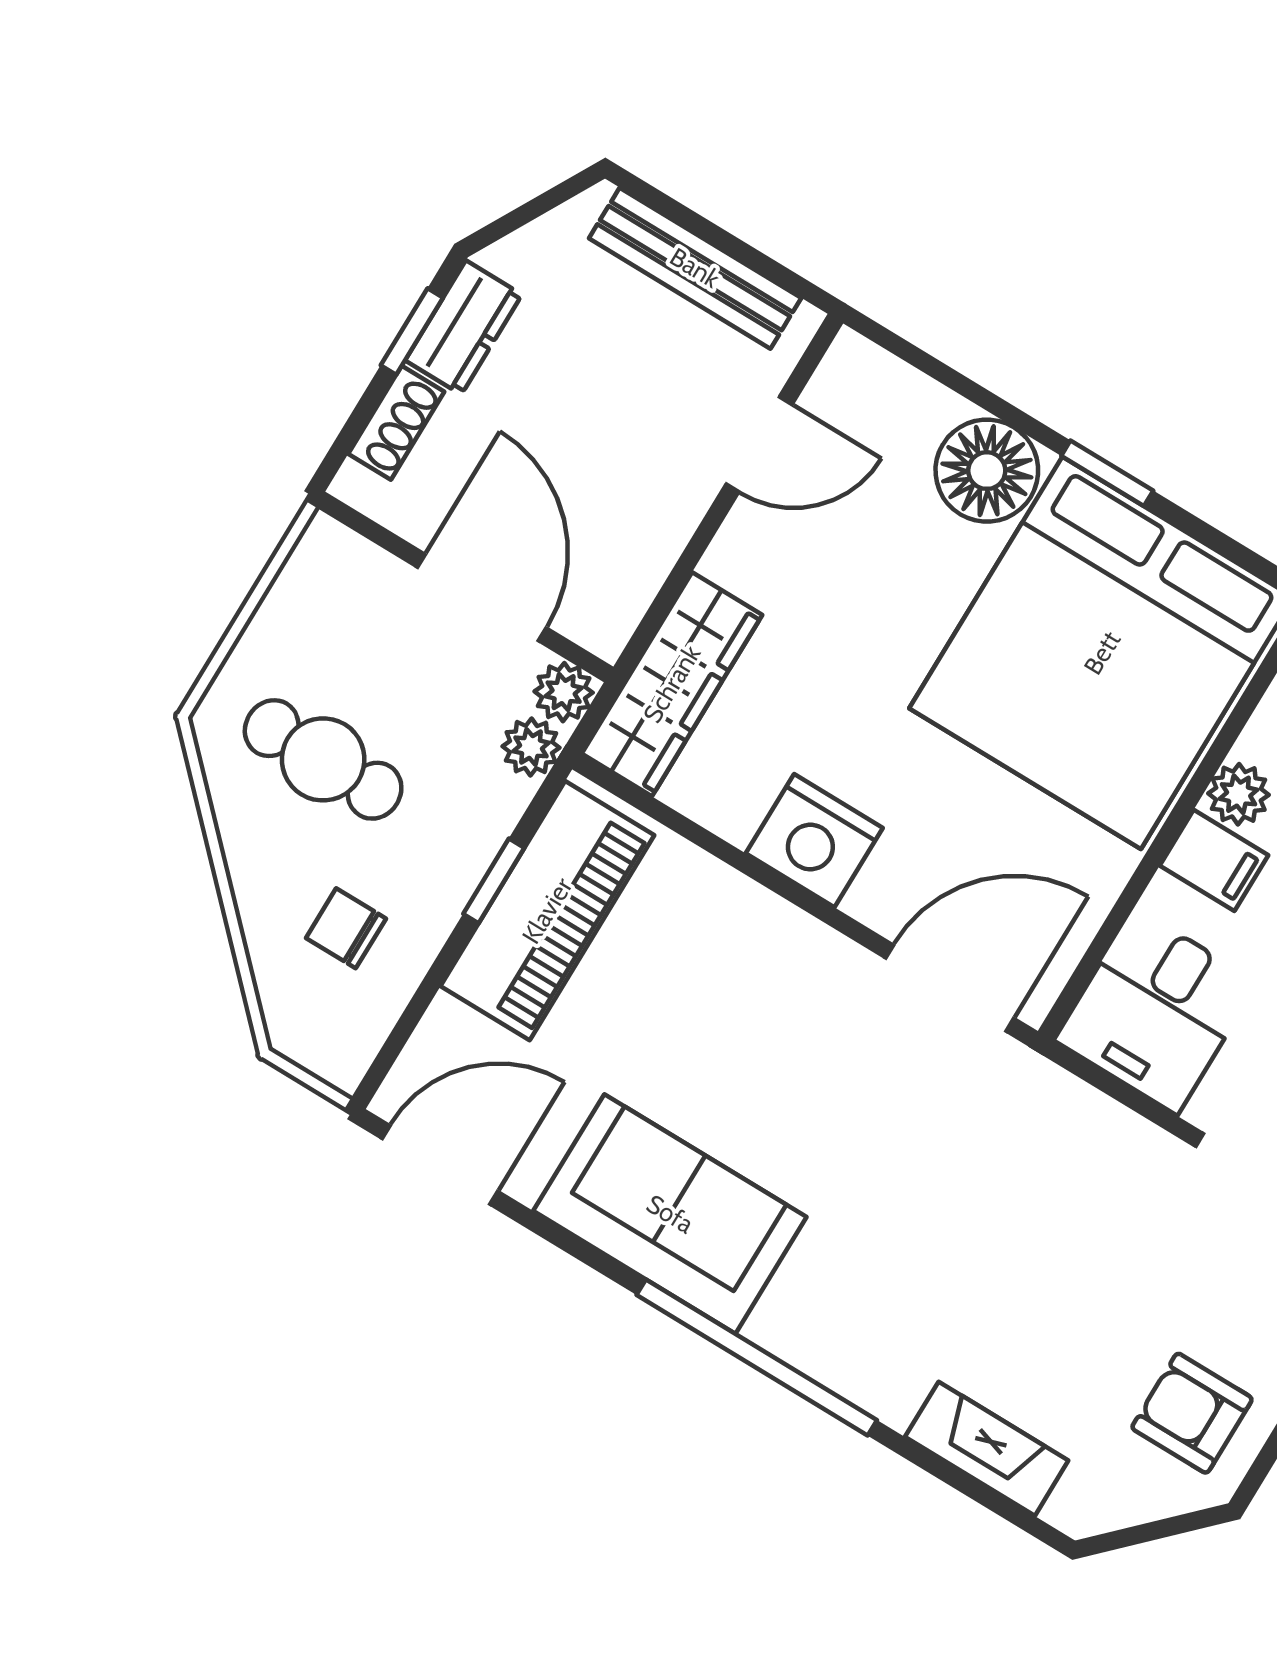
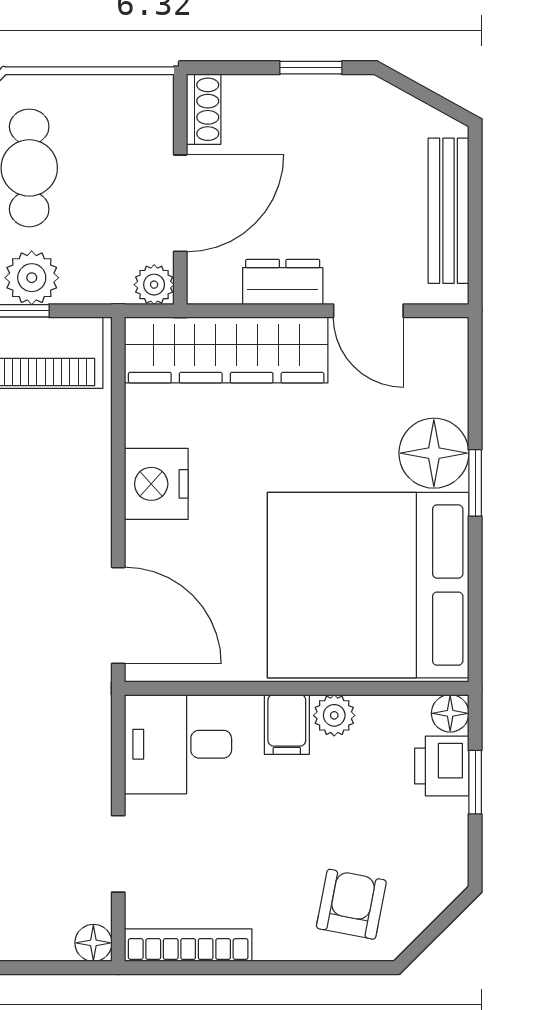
dresser: (464, 327) -> (283, 282), moved, turned 180
shoe rack: (396, 423) -> (204, 109), moved, turned -90
window: (1107, 473) -> (475, 483), moved
wardrobe: (672, 684) -> (226, 350), width x1.40, depth x1.17
plant: (531, 747) -> (32, 278), moved, width x1.38, depth x1.38

